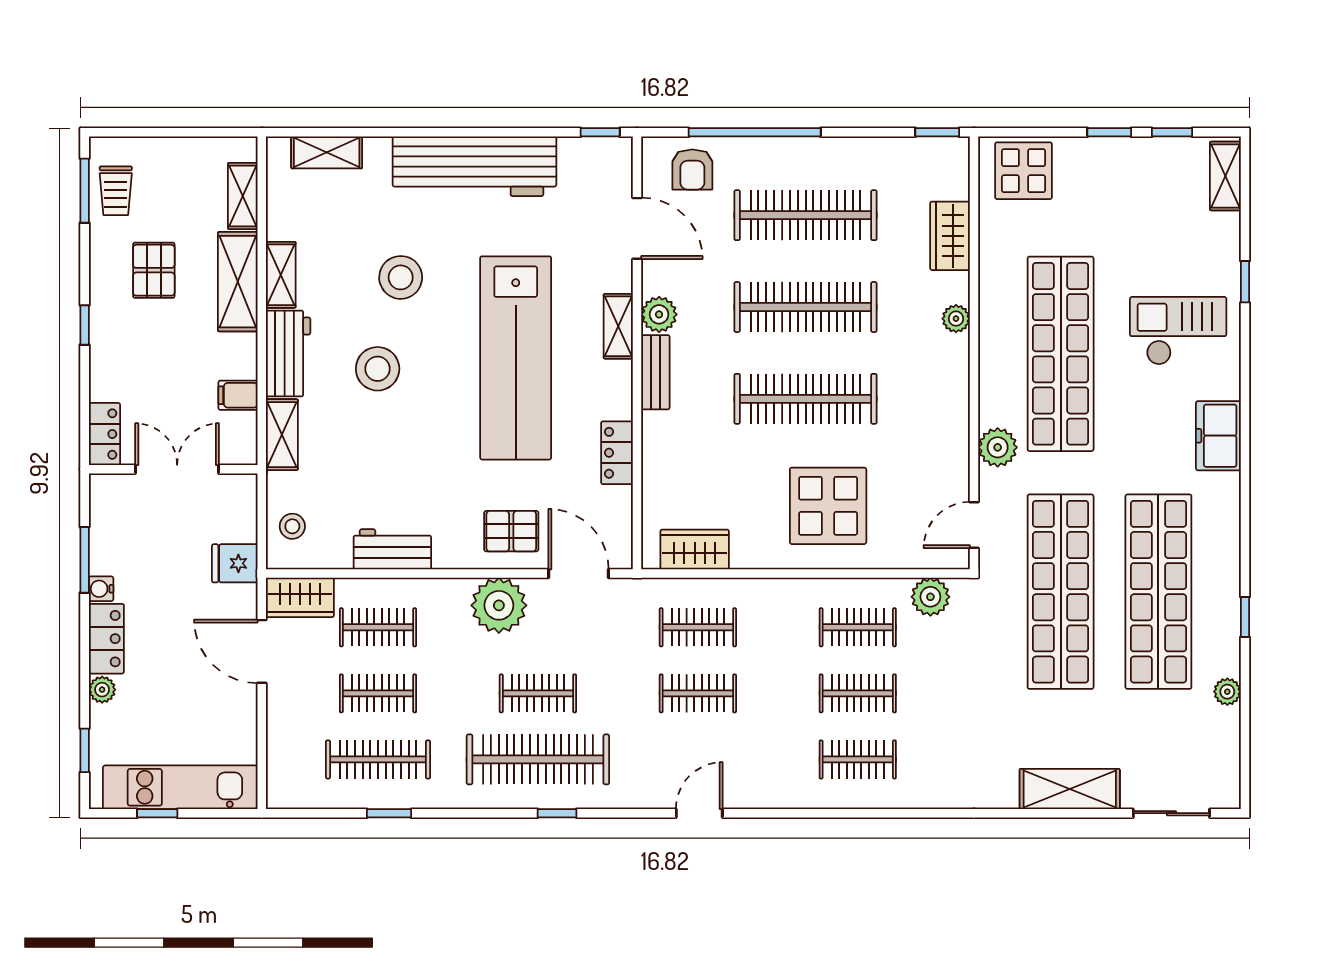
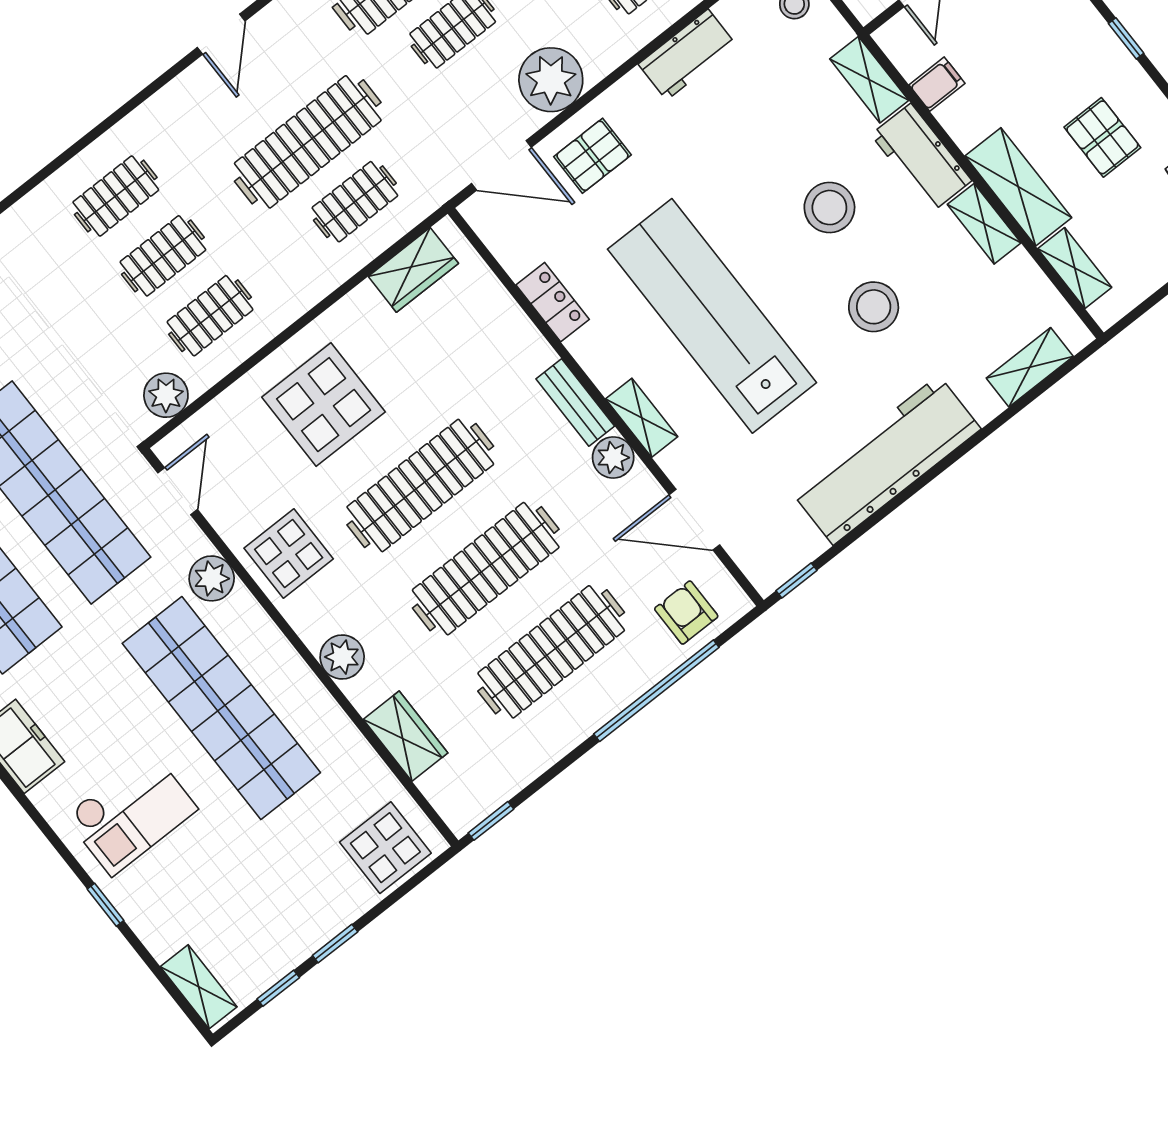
plant: (956, 319) -> (342, 657), width x1.38, depth x1.38
display table: (932, 423) -> (289, 554), added
clothes rail: (698, 693) -> (308, 142), width x1.86, depth x1.31

